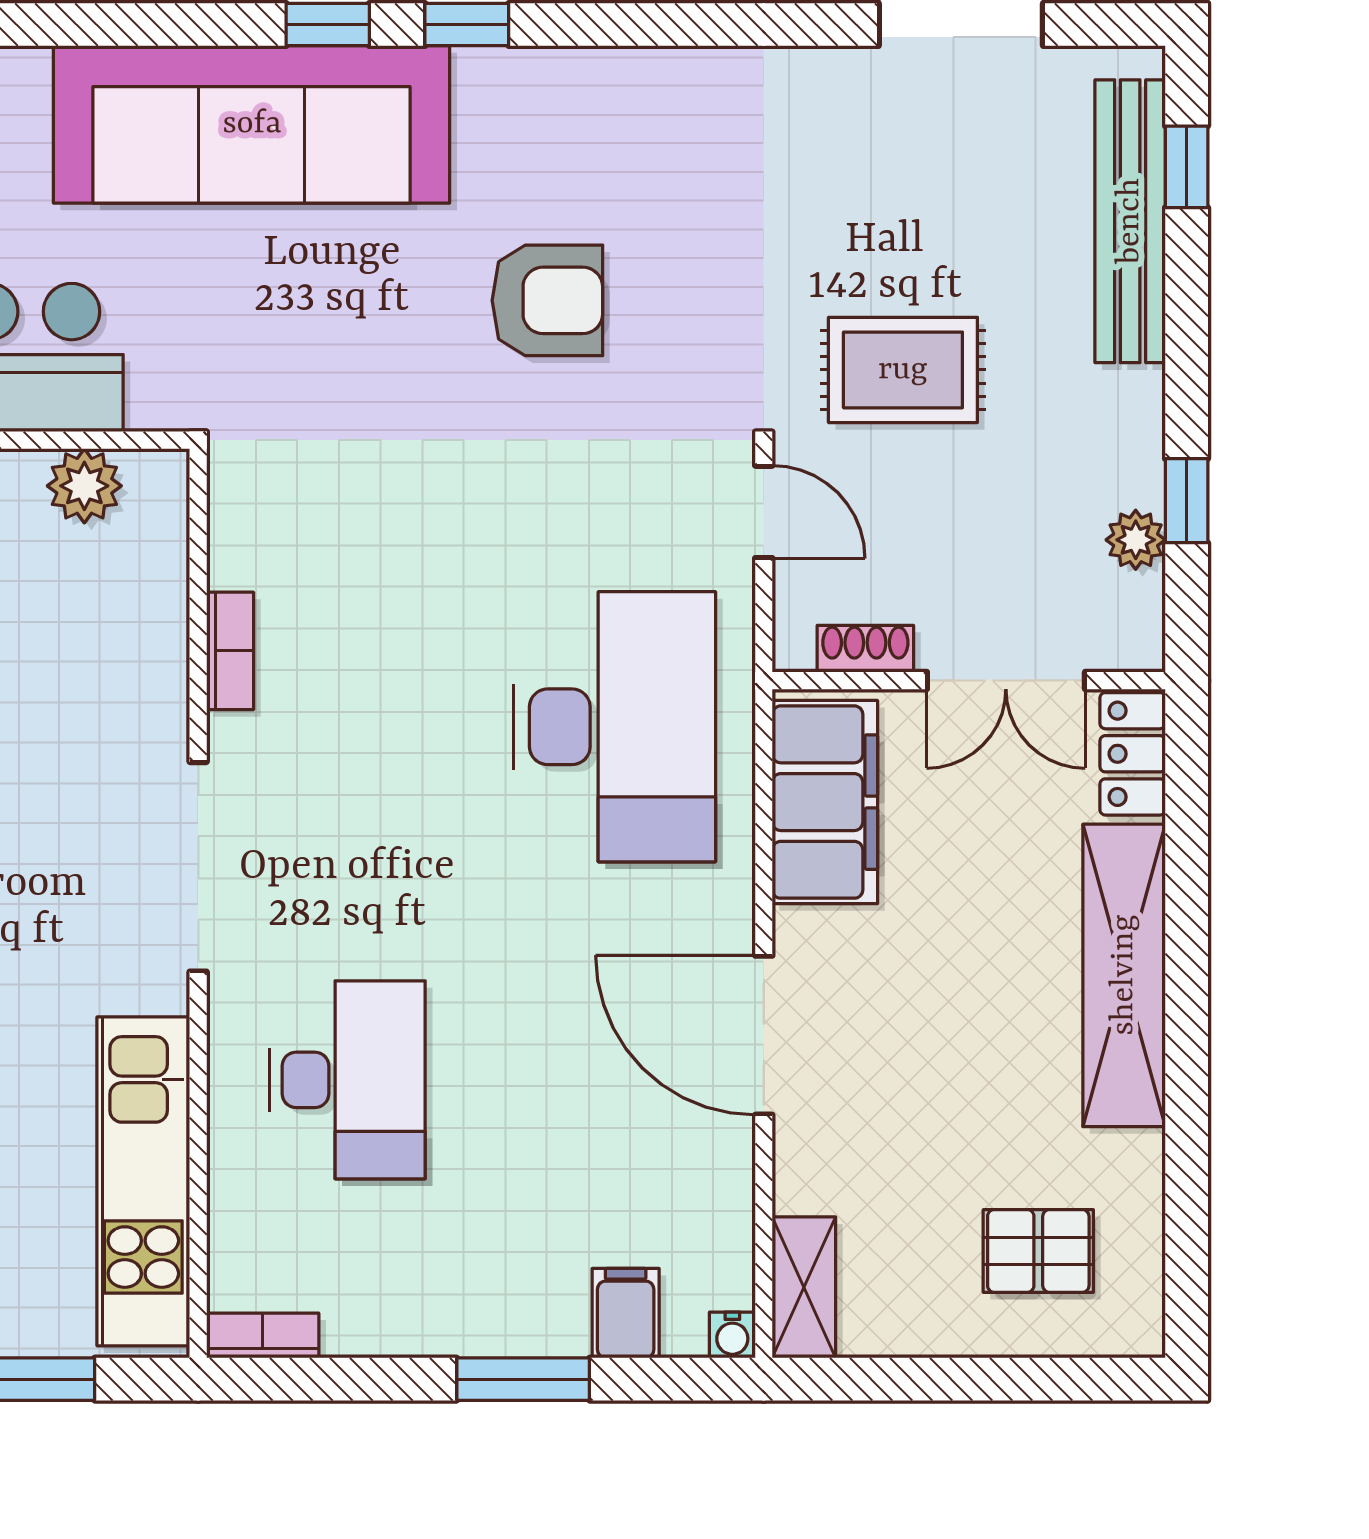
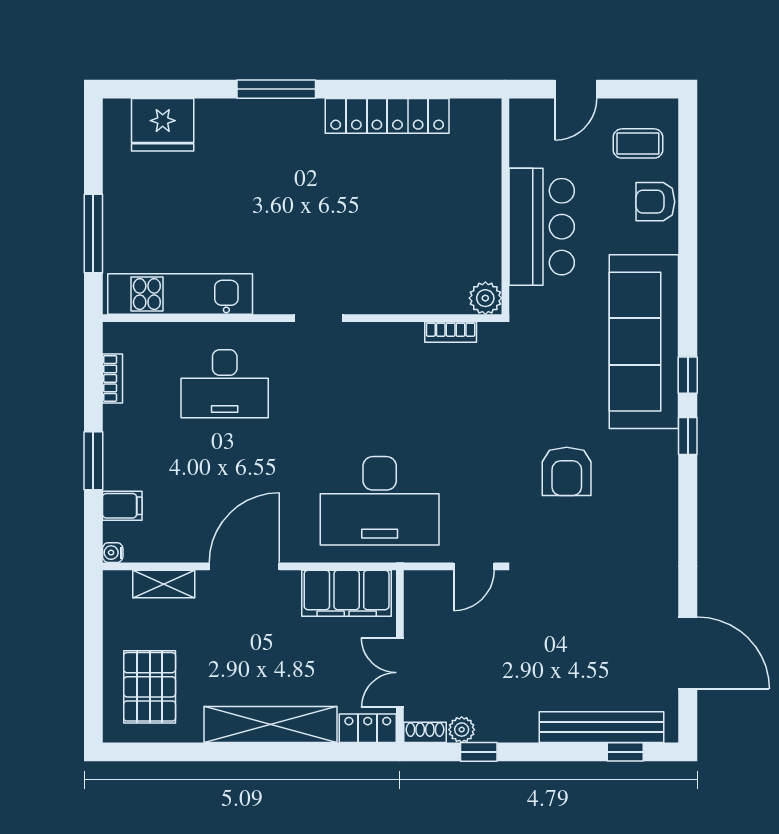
rug: (903, 370) -> (536, 627), removed
plant: (84, 486) -> (485, 298), moved
shoe rack: (865, 649) -> (425, 732), moved, turned -90
bookcase: (230, 651) -> (451, 332), moved
doorway: (198, 867) -> (318, 318), width x0.53
pallet: (1038, 1251) -> (150, 687), width x1.50, depth x1.42
shelving: (804, 1287) -> (164, 584), moved
bookcase: (263, 1335) -> (112, 378), moved

